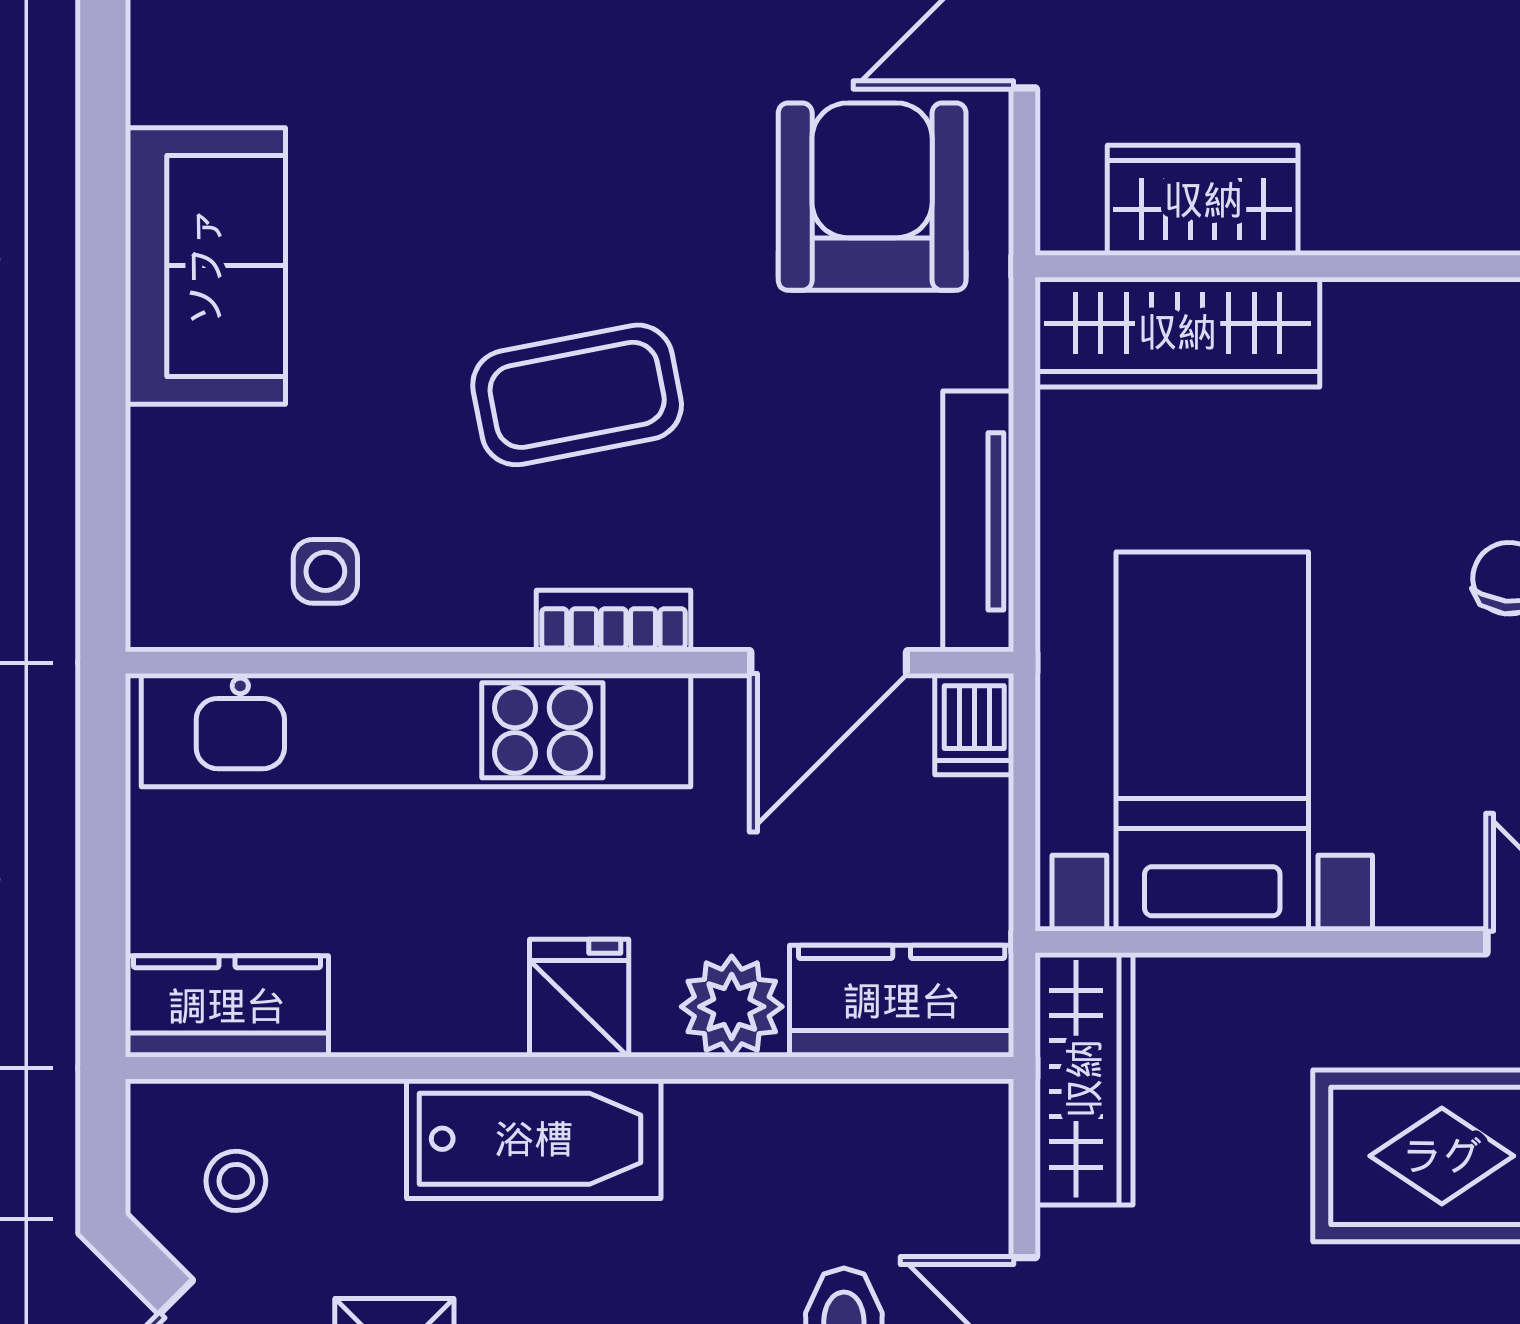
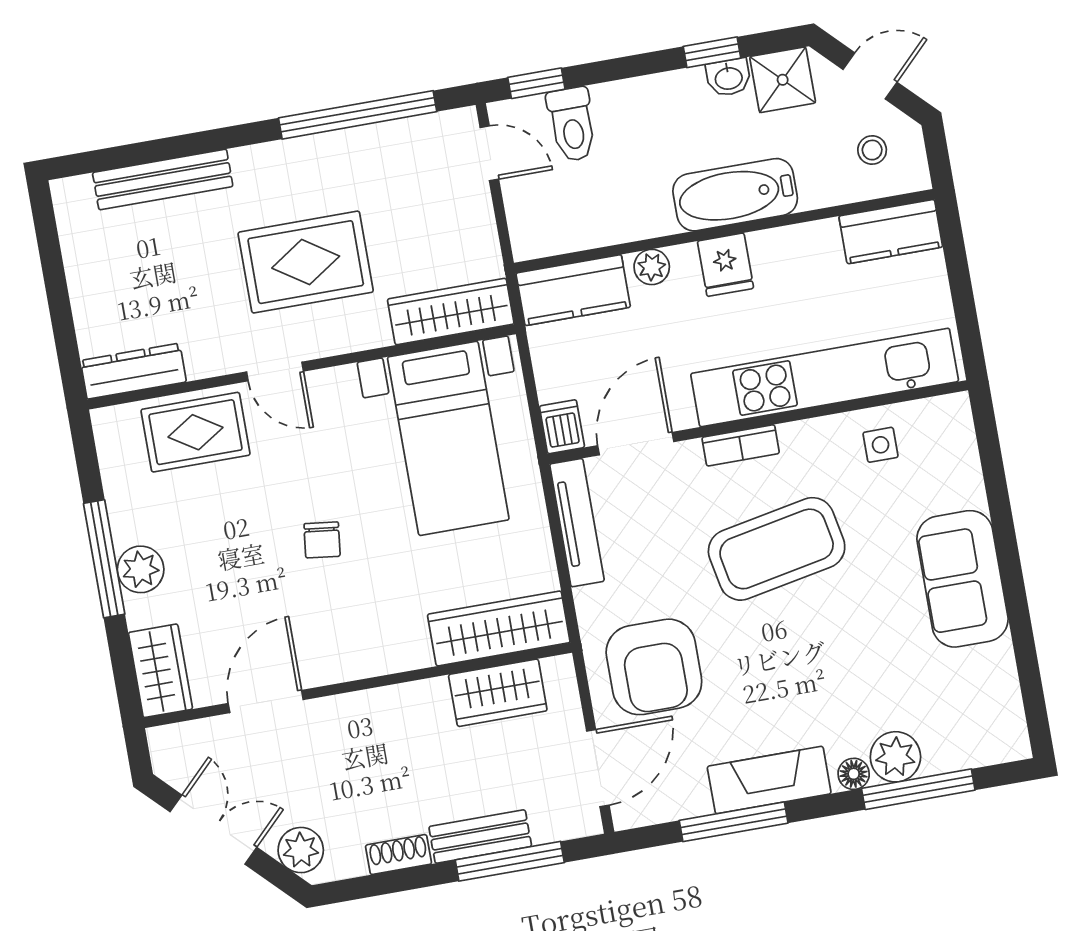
coffee table: (577, 395) -> (777, 549), width x1.36, depth x1.32
plant: (732, 1007) -> (652, 267), width x0.73, depth x0.73
wardrobe: (1084, 1079) -> (451, 312), moved, turned 90

